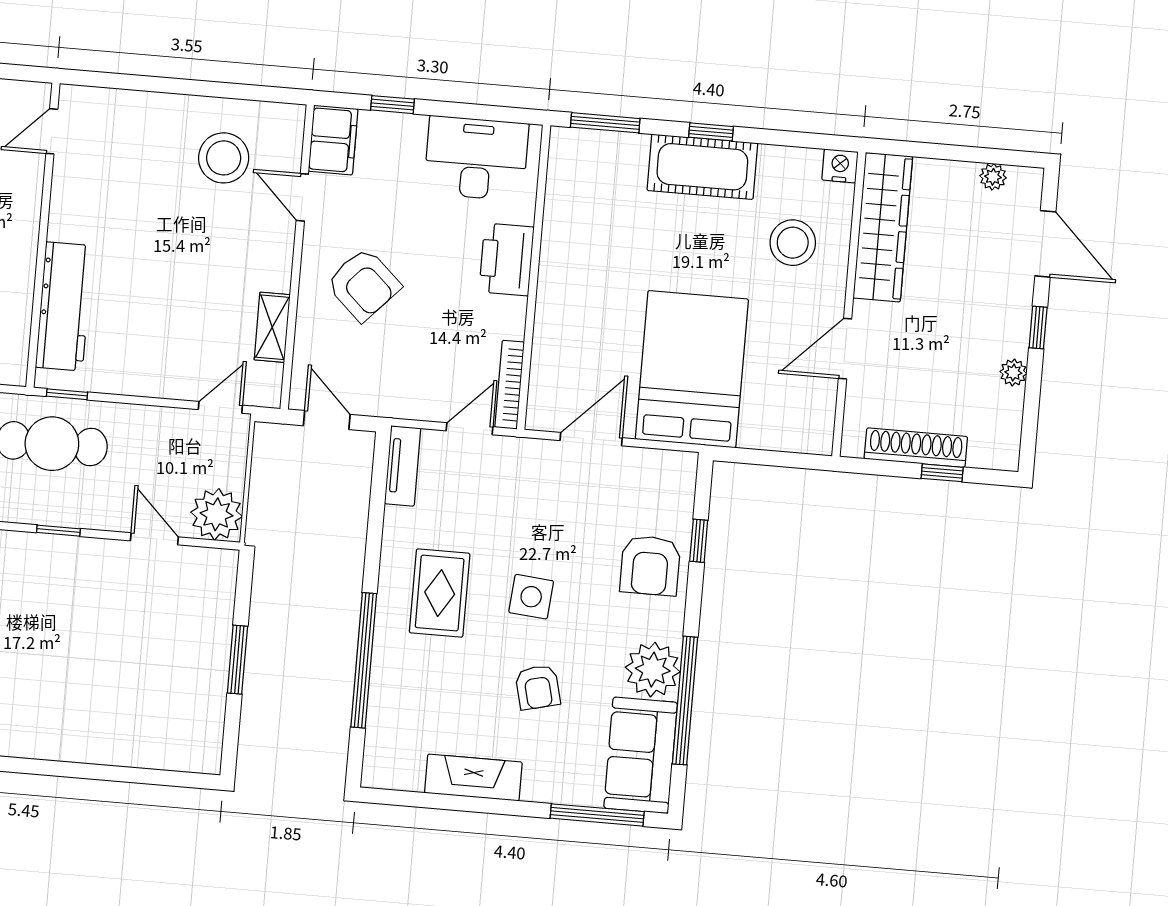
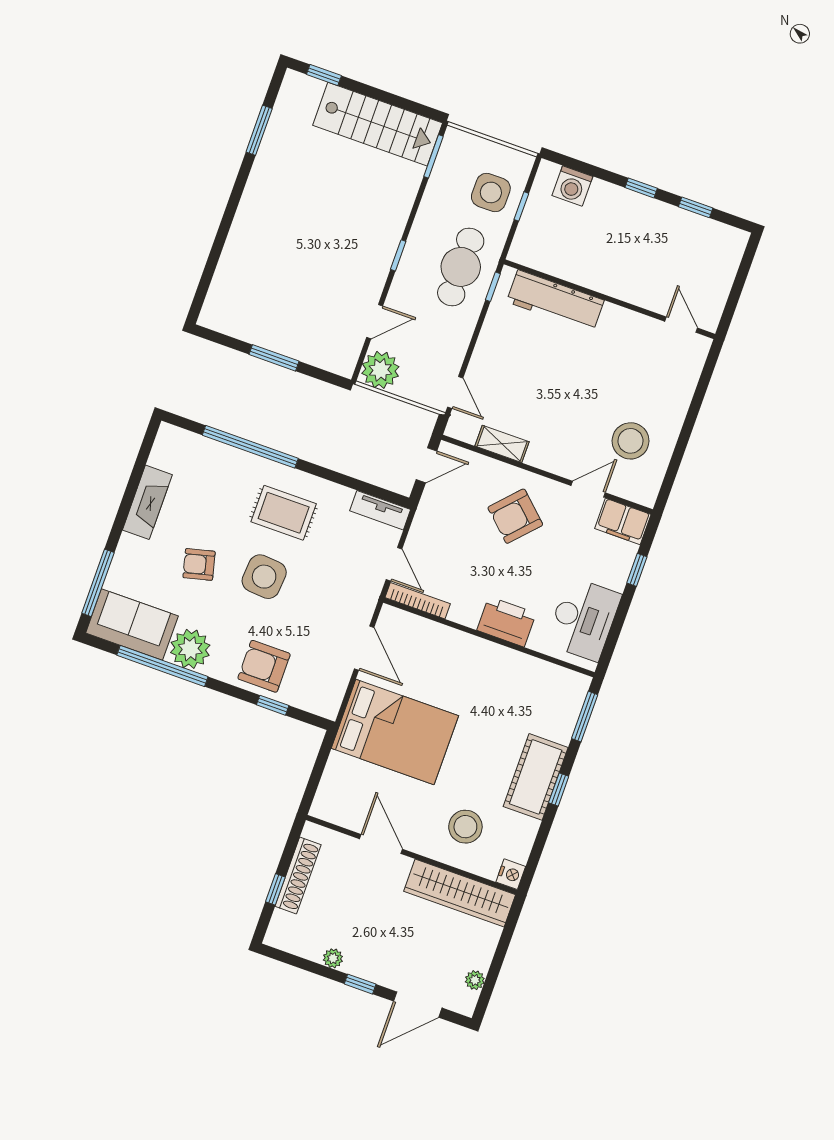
side table: (531, 597) -> (264, 577), width x1.37, depth x1.37

